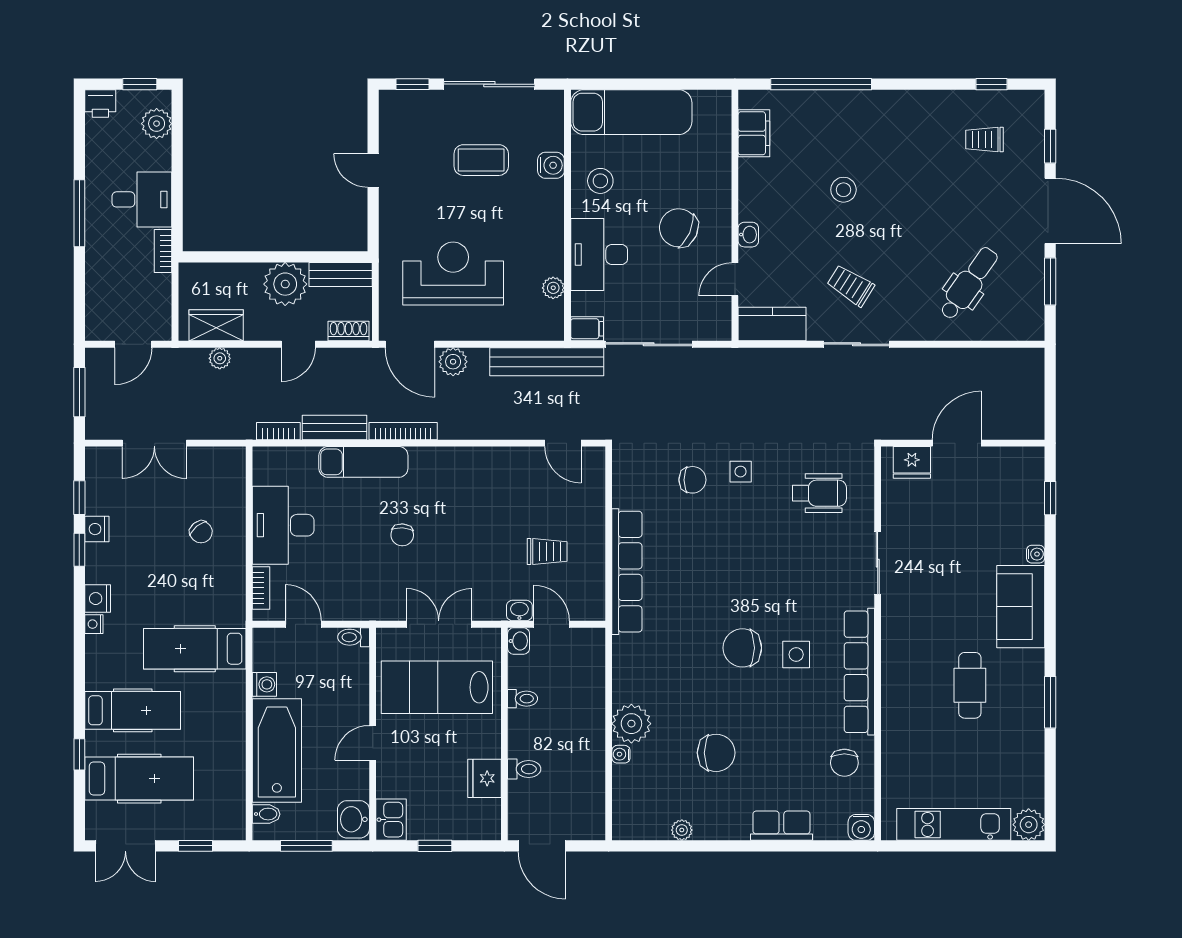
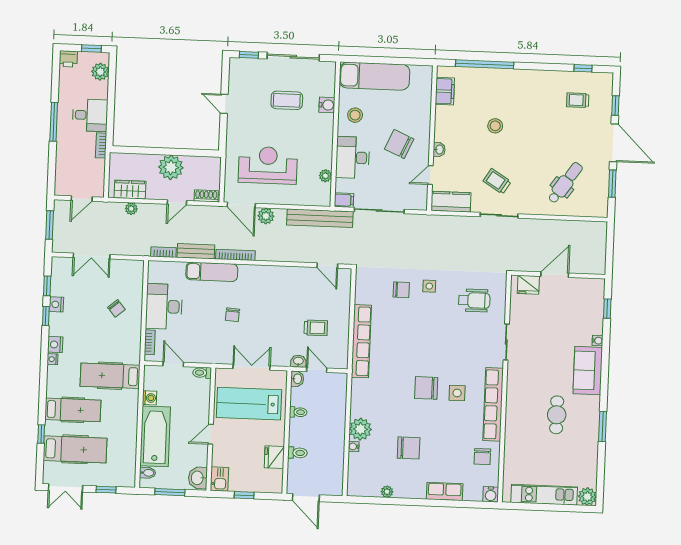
bench: (341, 274) -> (203, 163), removed

